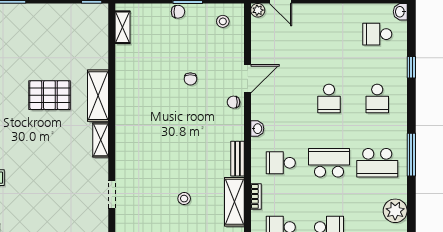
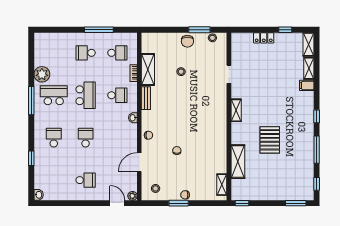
school desk: (377, 34) -> (86, 180), moved
door: (248, 79) -> (139, 162), moved
pallet: (49, 95) -> (270, 140), turned 90
shelving: (98, 96) -> (238, 162), moved
school desk: (329, 163) -> (86, 95), turned -90
plant: (395, 211) -> (42, 74), moved

